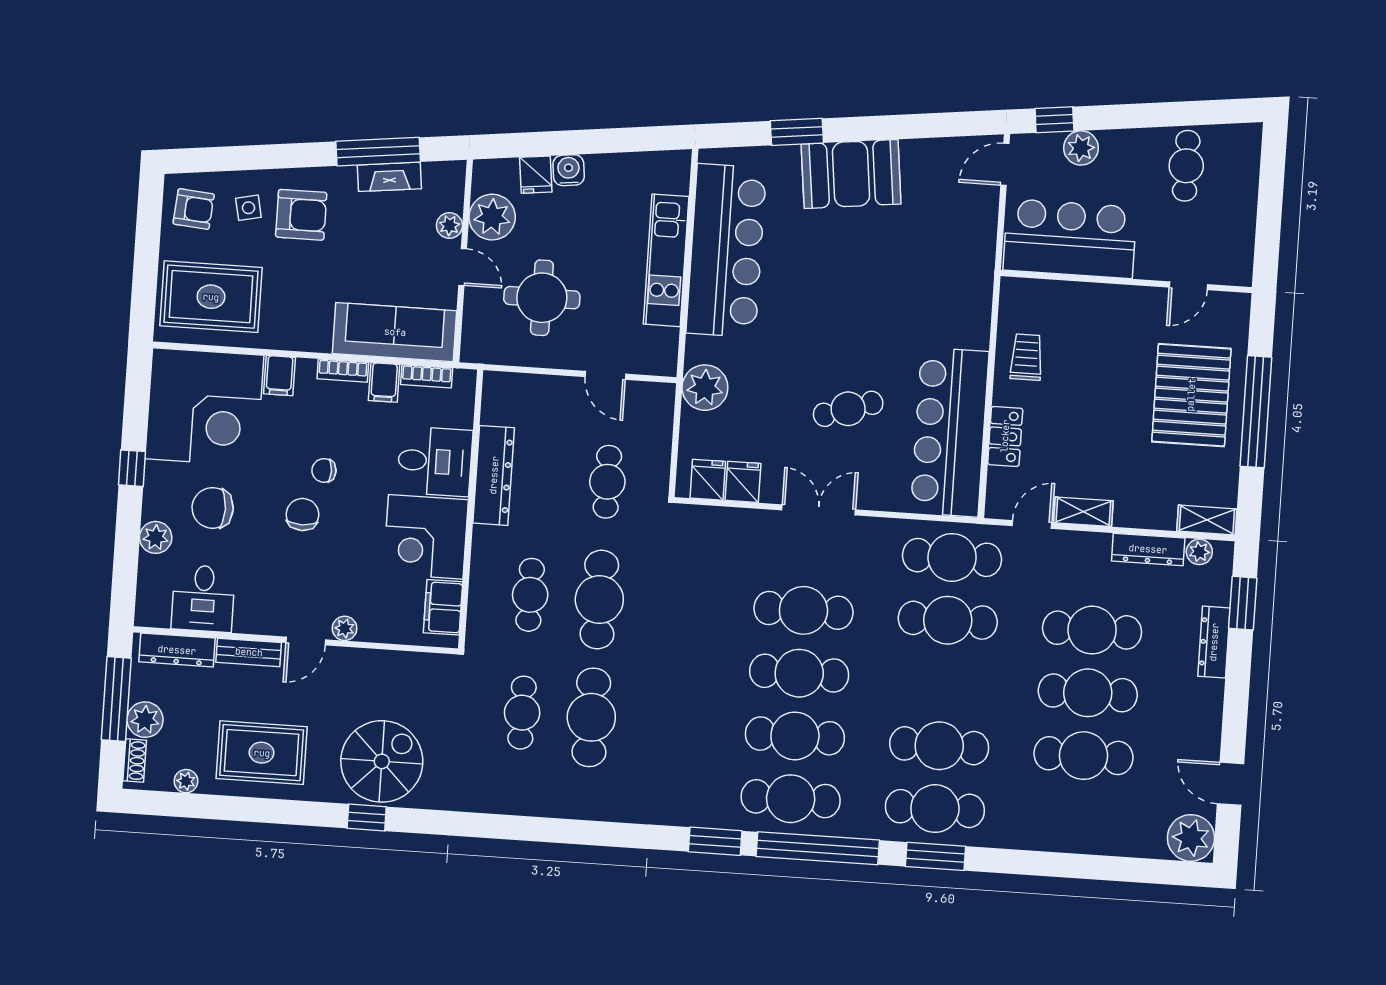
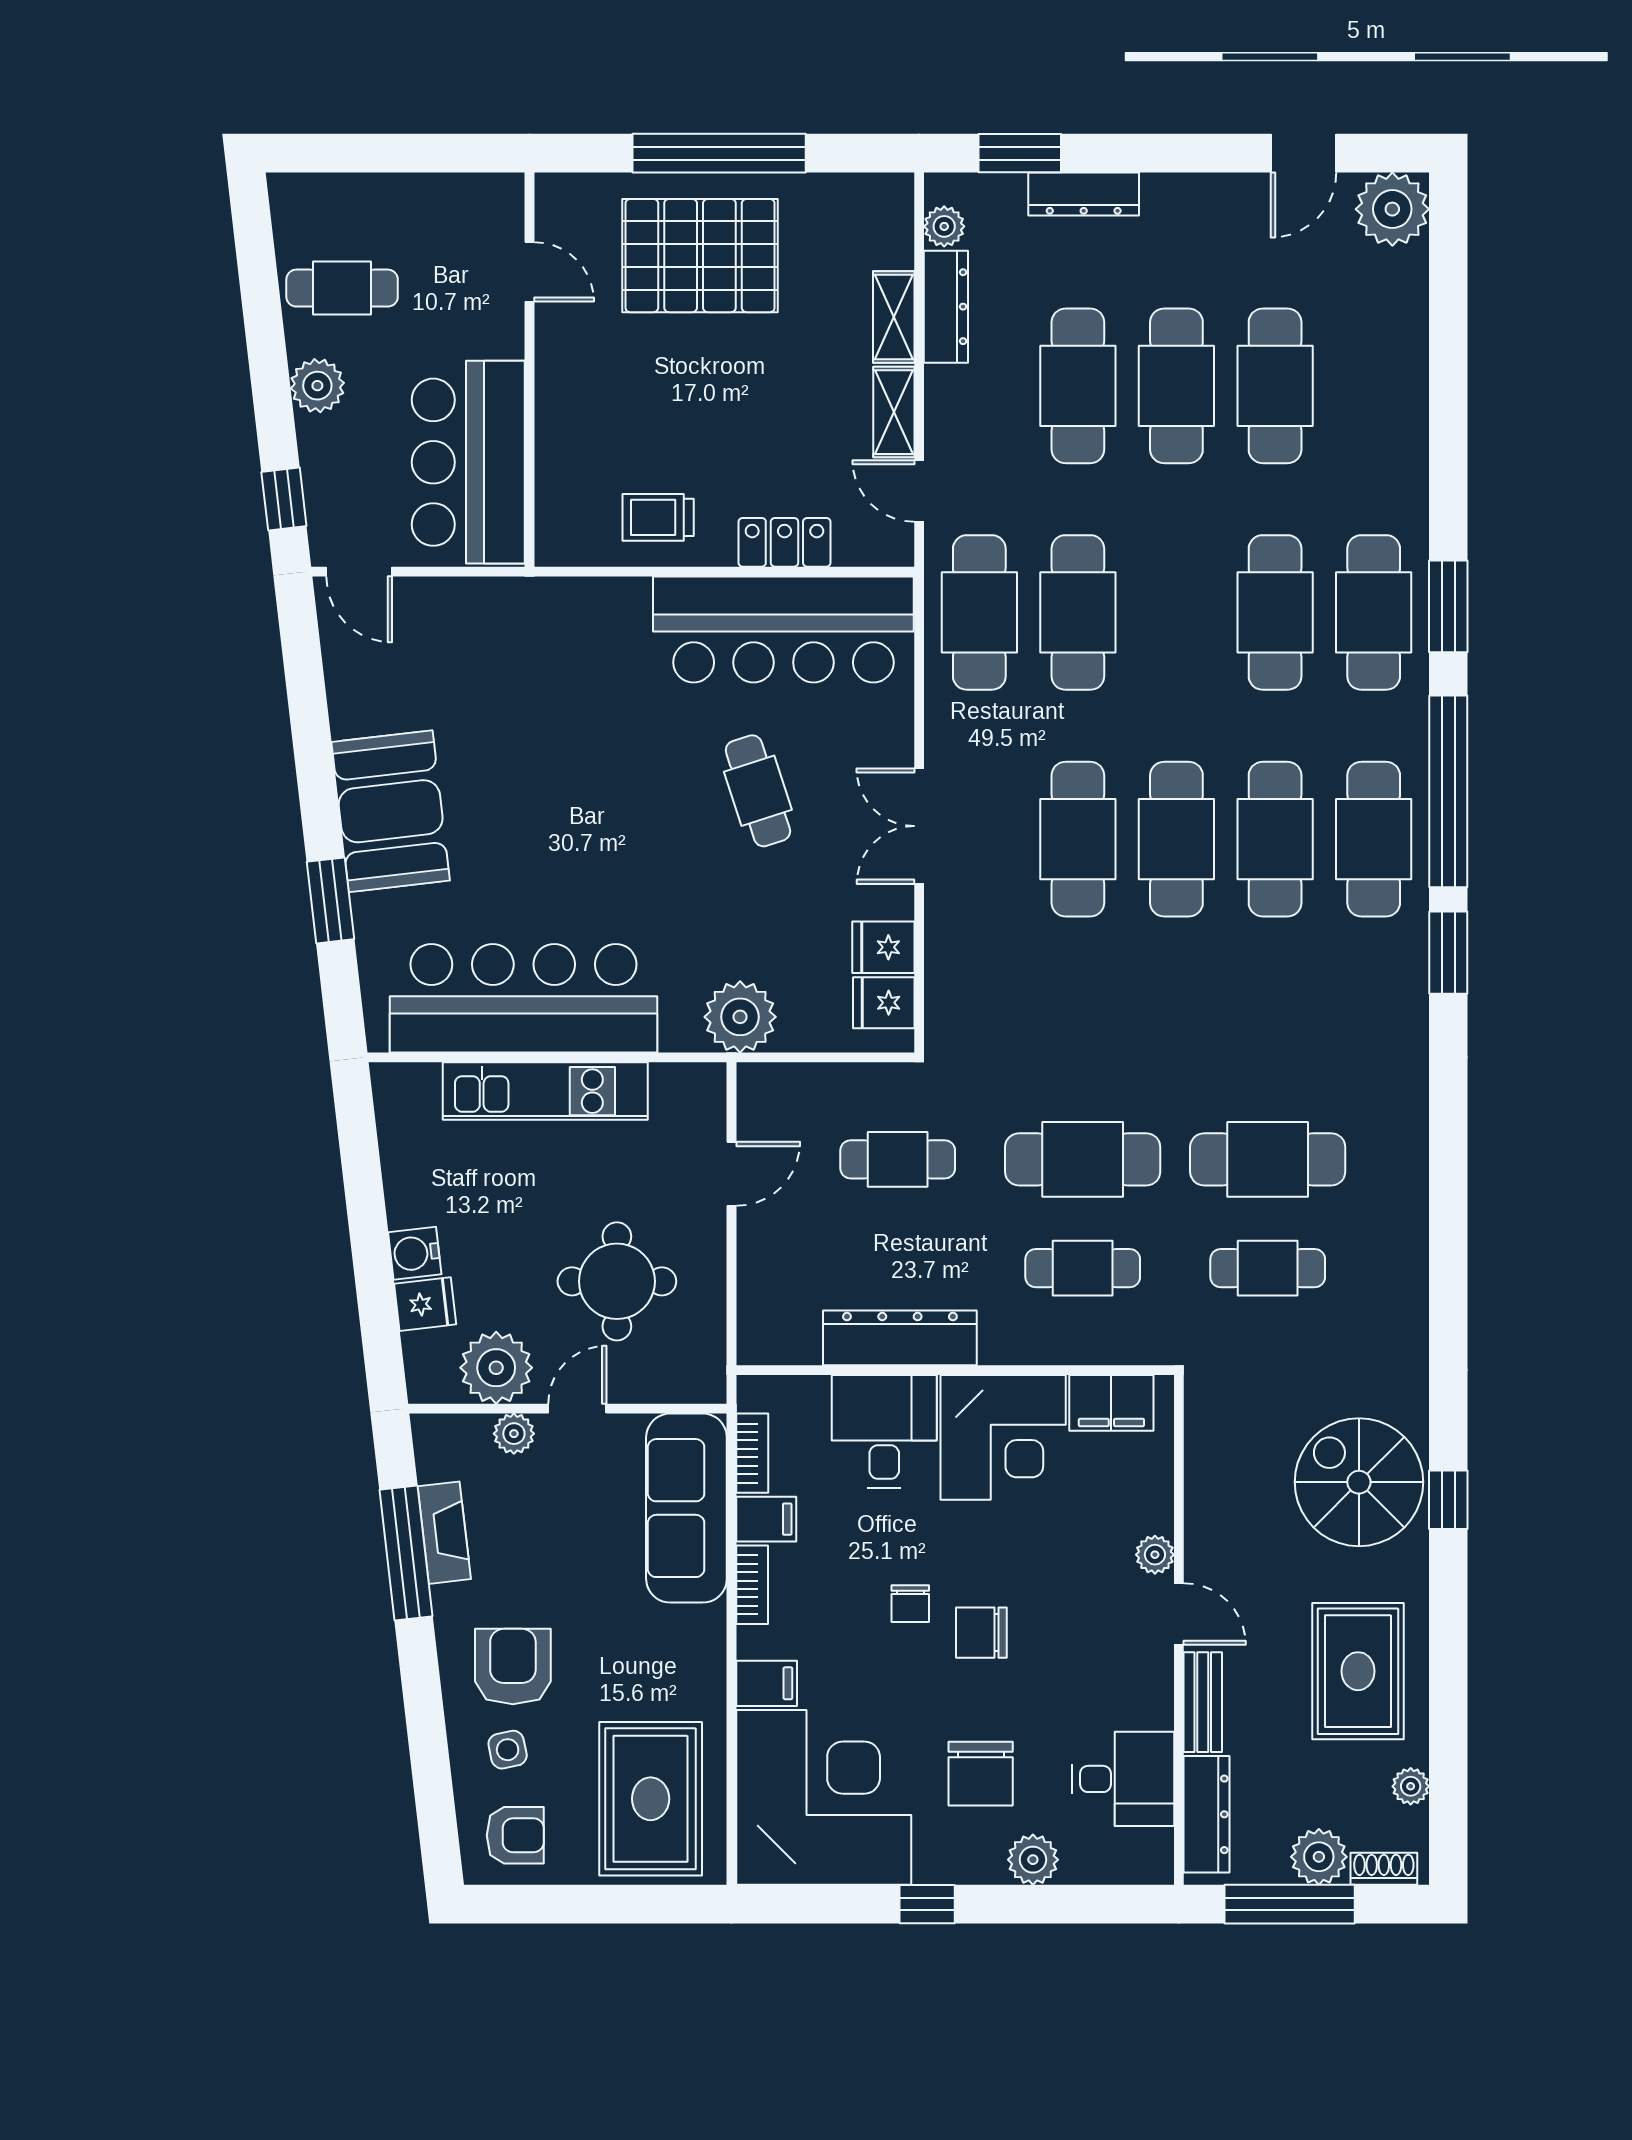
plant: (1081, 148) -> (317, 386), moved
armchair: (194, 209) -> (515, 1835), turned 85
shelving: (1207, 520) -> (894, 317), moved

